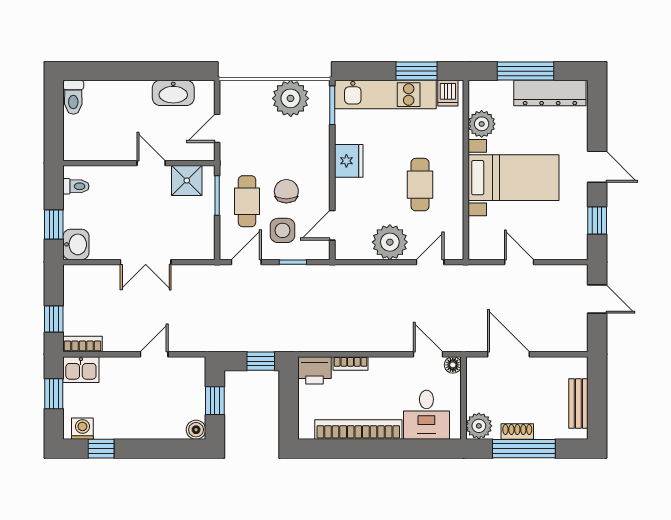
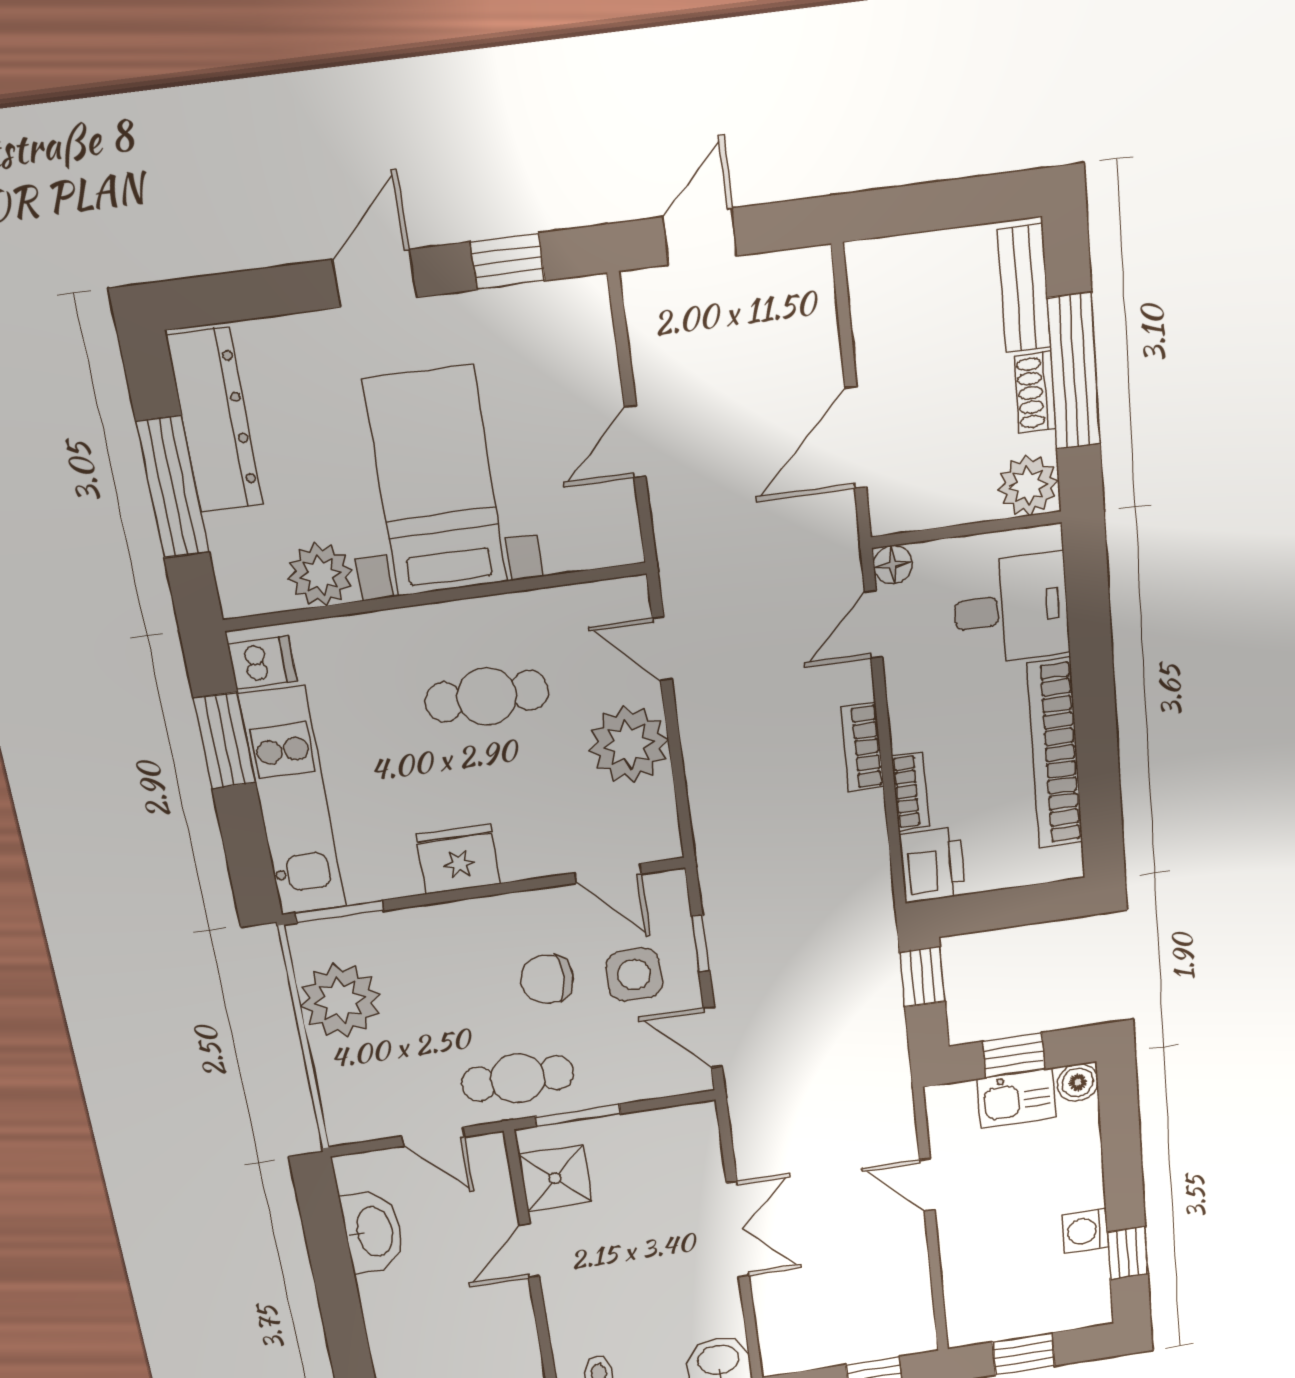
cafe table: (247, 201) -> (518, 1078), moved
bookcase: (83, 344) -> (862, 747), moved
kitchen sink: (81, 370) -> (1017, 1098), moved, turned 90
bench: (578, 404) -> (1024, 288), moved, turned 90
washing machine: (82, 429) -> (1085, 1231), moved

